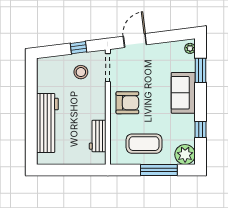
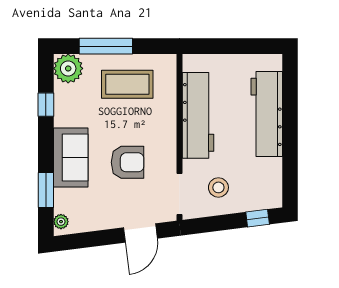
window: (79, 48) -> (258, 218), moved
armchair: (127, 103) -> (128, 162), moved, turned 180
workbench: (98, 136) -> (198, 115), width x1.88, depth x1.32

